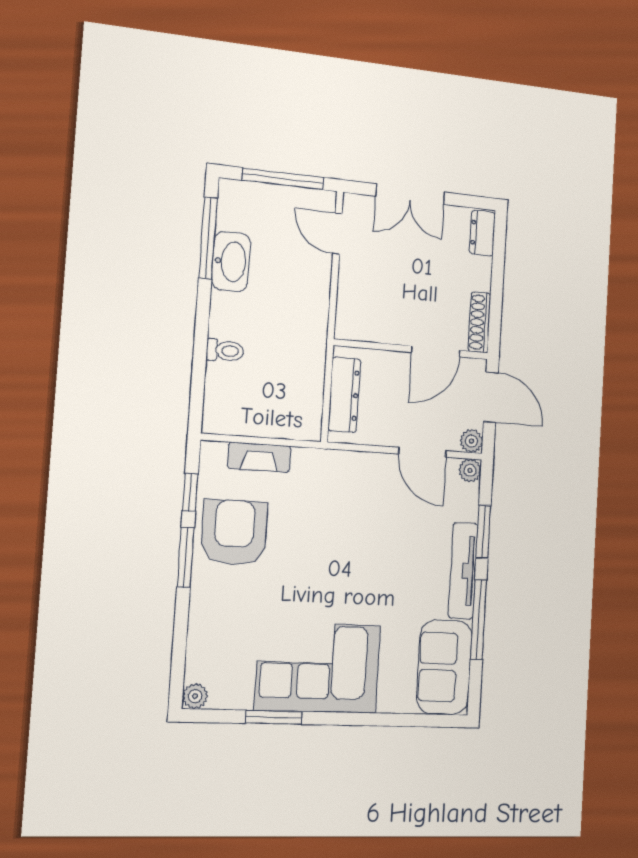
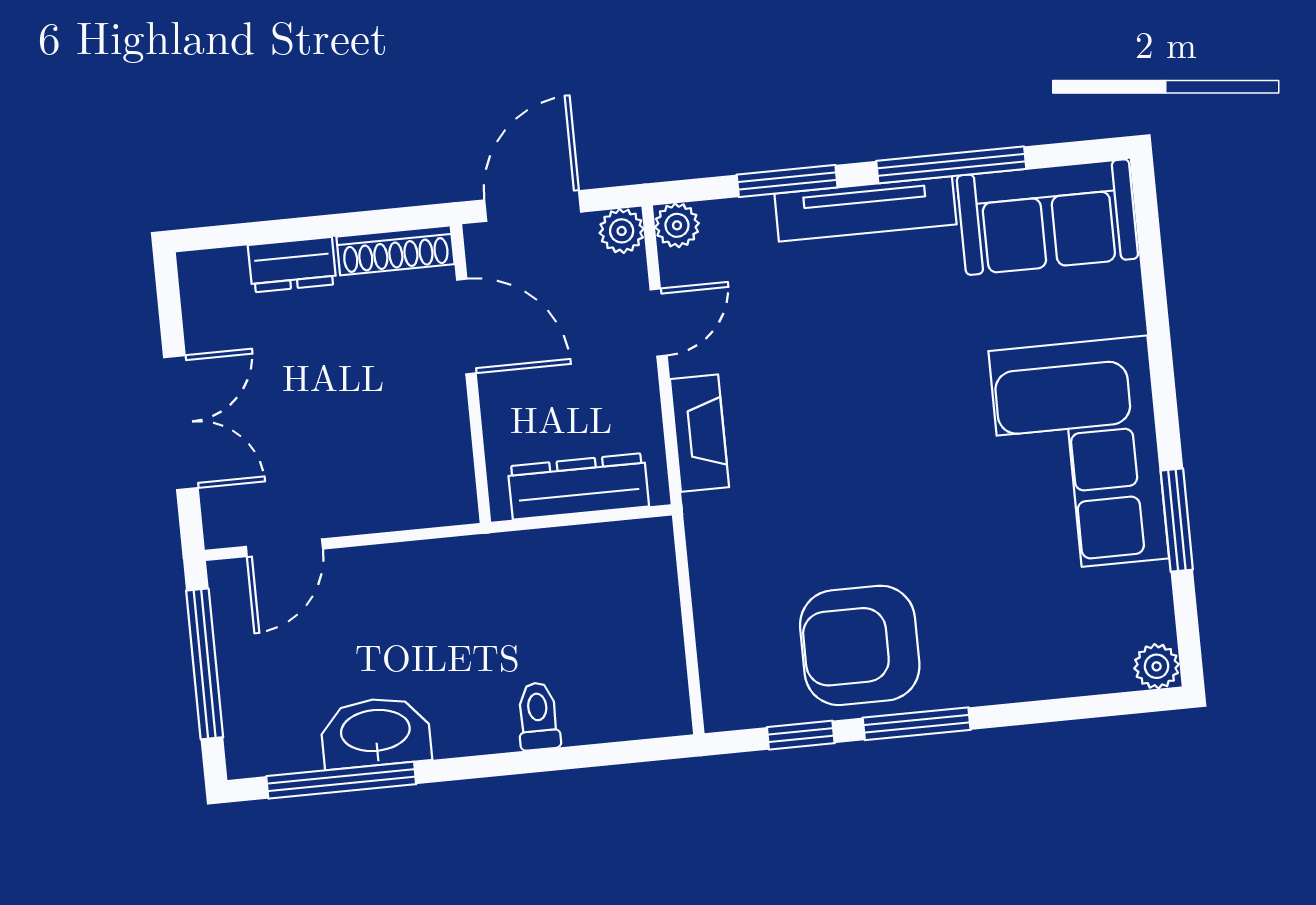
dresser: (482, 233) -> (292, 265), moved
door: (422, 452) -> (659, 322), width x0.73
fireplace: (259, 457) -> (699, 433), moved

